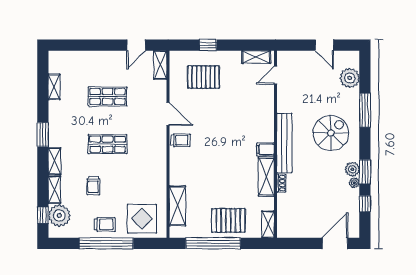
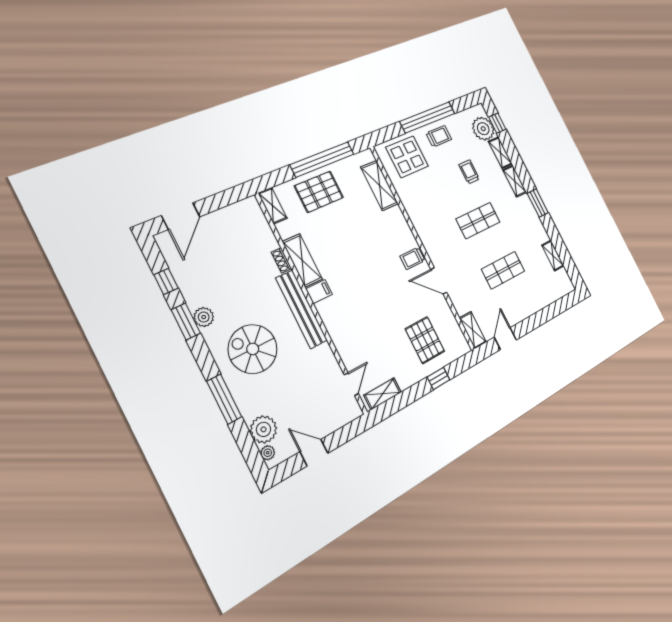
pallet: (204, 77) -> (425, 340), turned 90
spiral stairs: (331, 133) -> (253, 349), turned 90
plant: (354, 183) -> (268, 453), moved
trolley: (105, 224) -> (439, 136), turned 180

